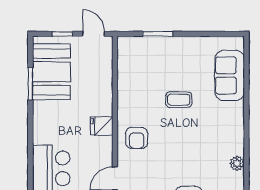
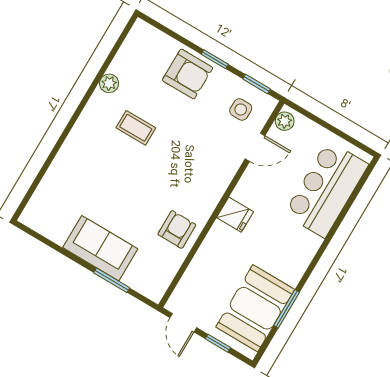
sofa: (230, 75) -> (100, 248), moved, turned -90
coffee table: (179, 100) -> (136, 128), moved
armchair: (137, 138) -> (177, 229), moved

